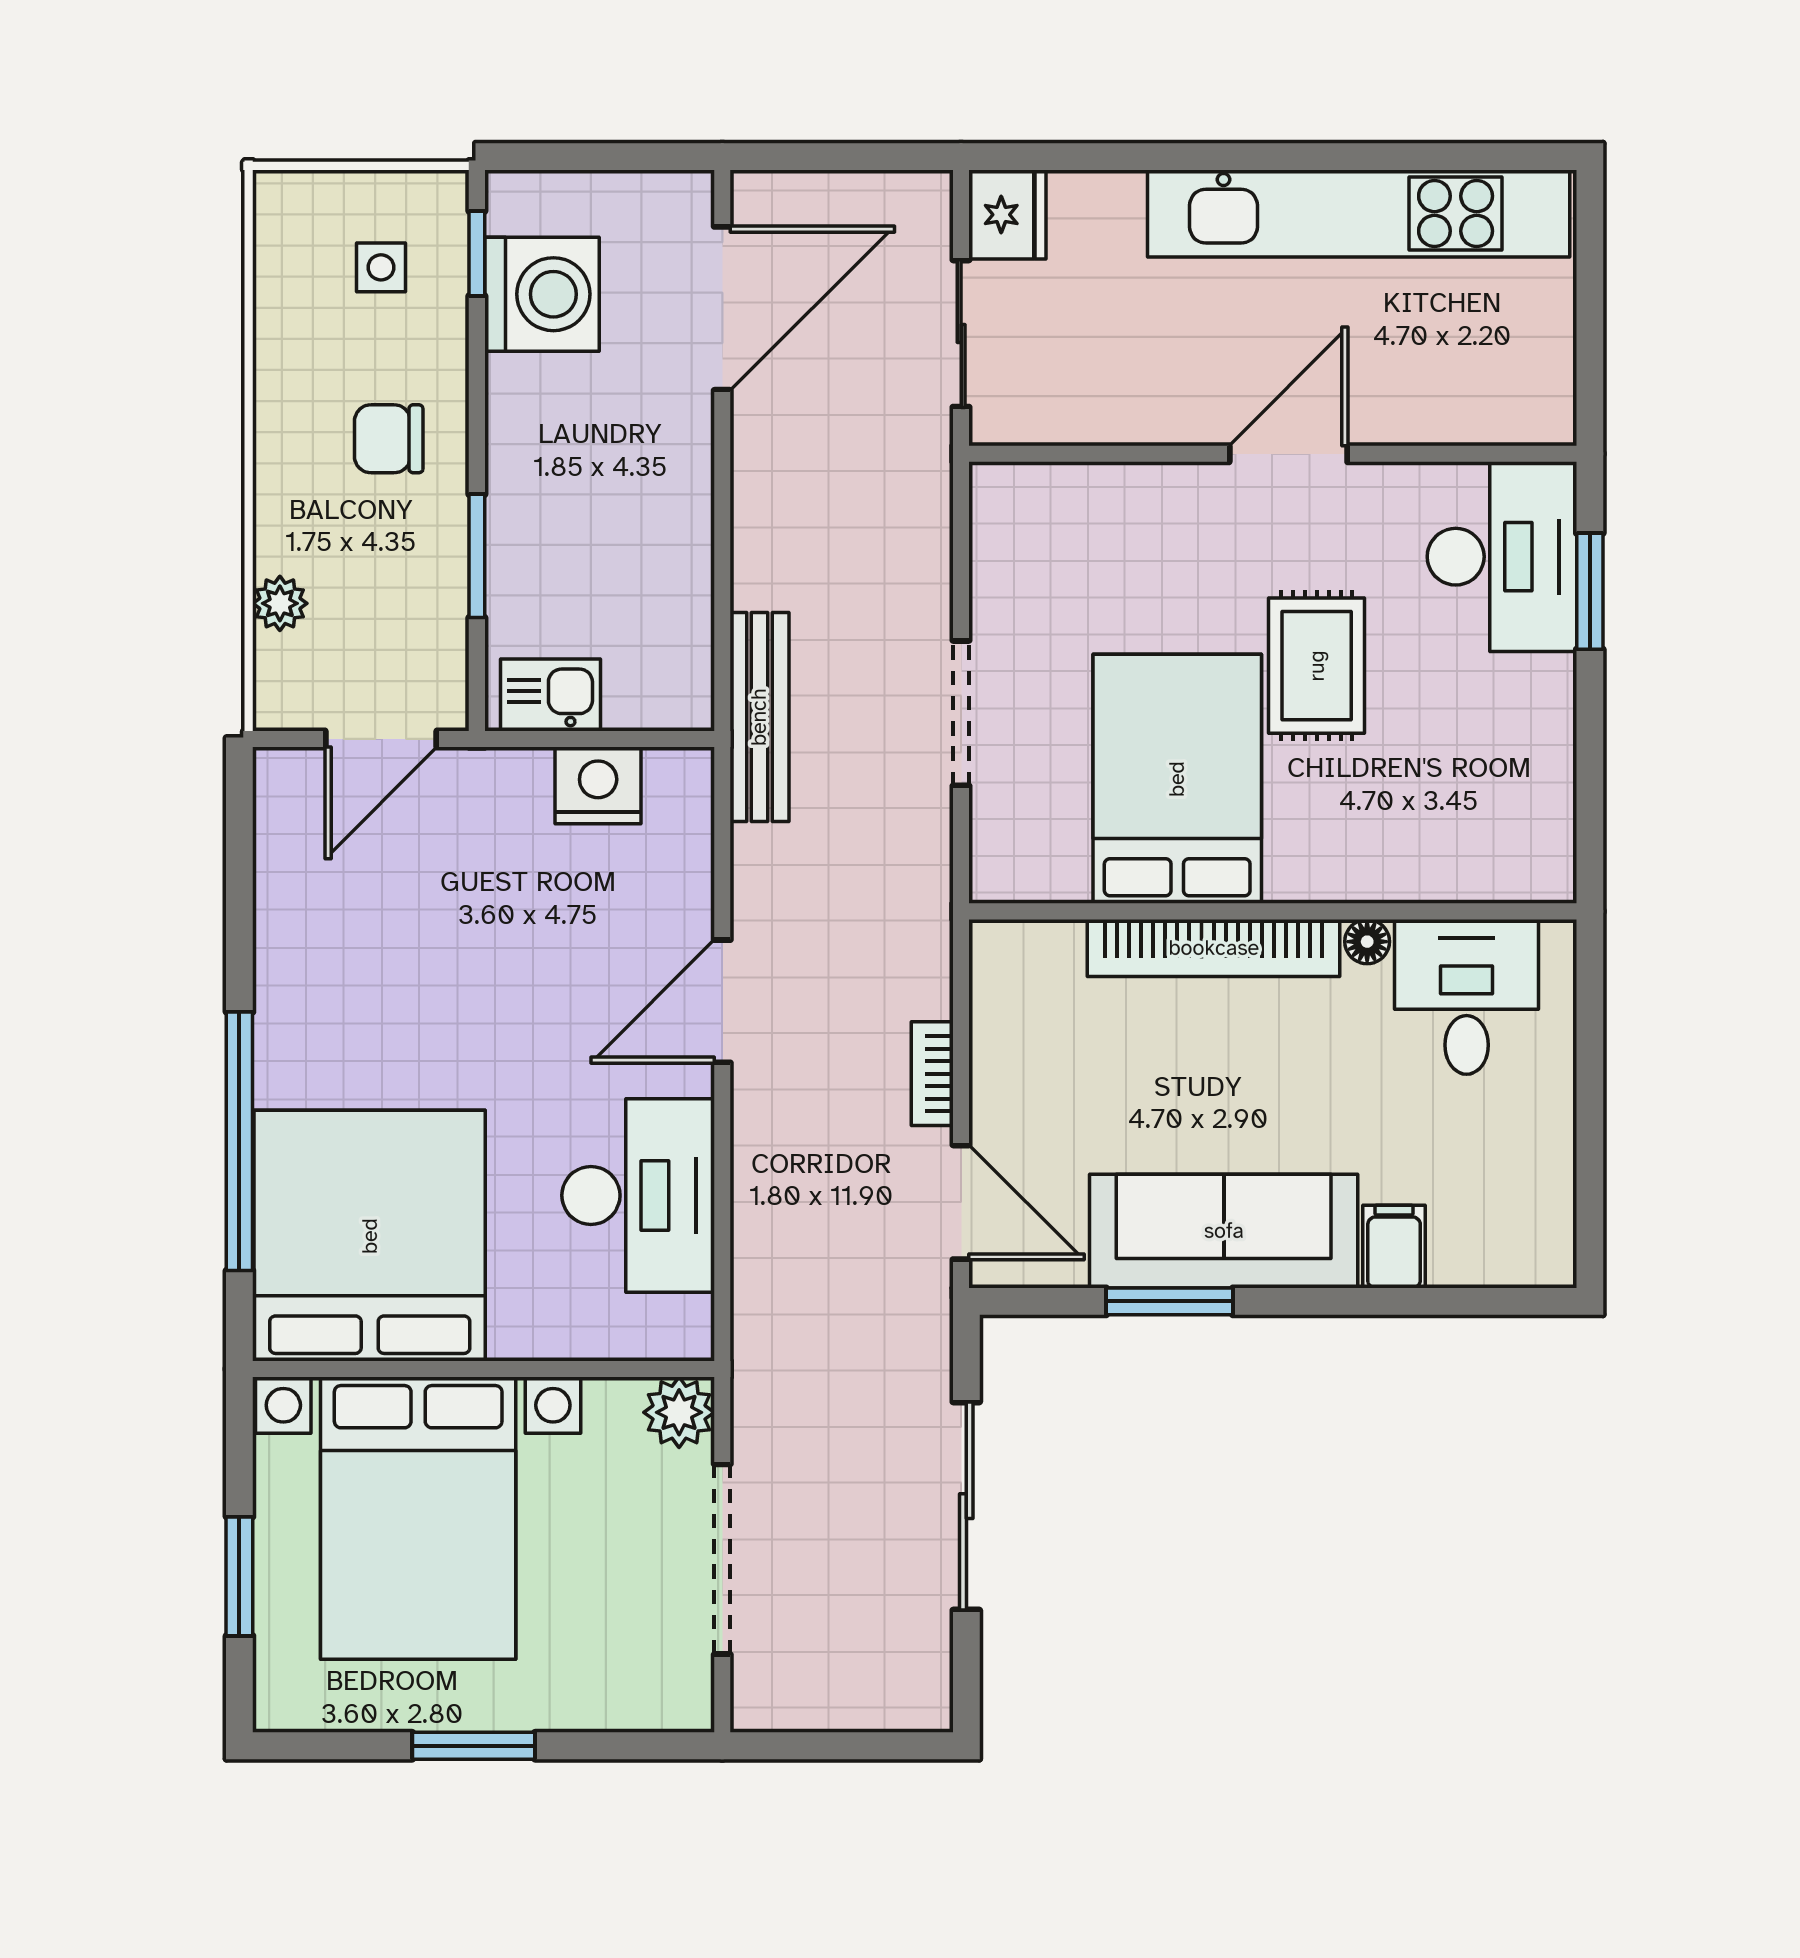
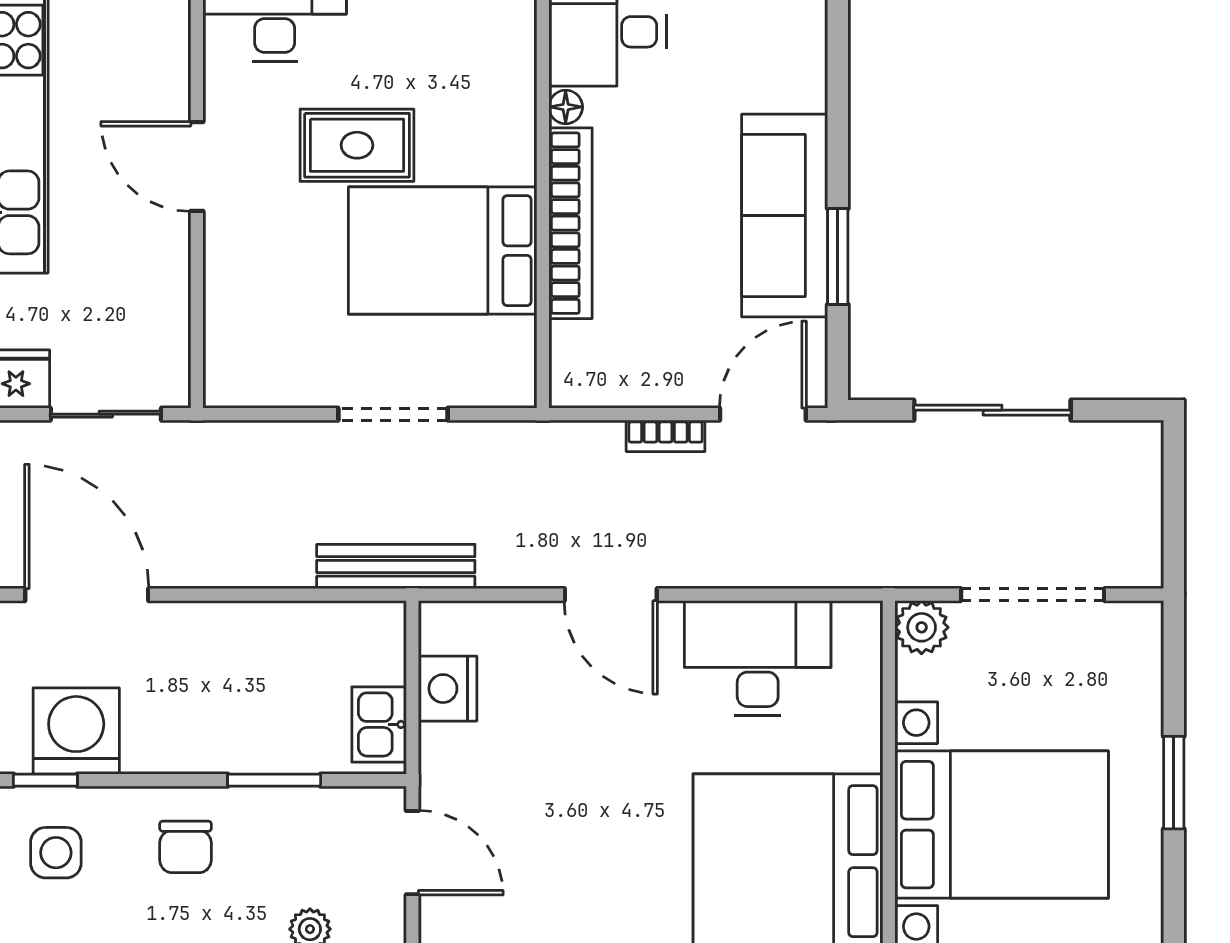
side table: (381, 267) -> (56, 853), width x1.37, depth x1.37
filing cabinet: (1394, 1247) -> (796, 87), removed

